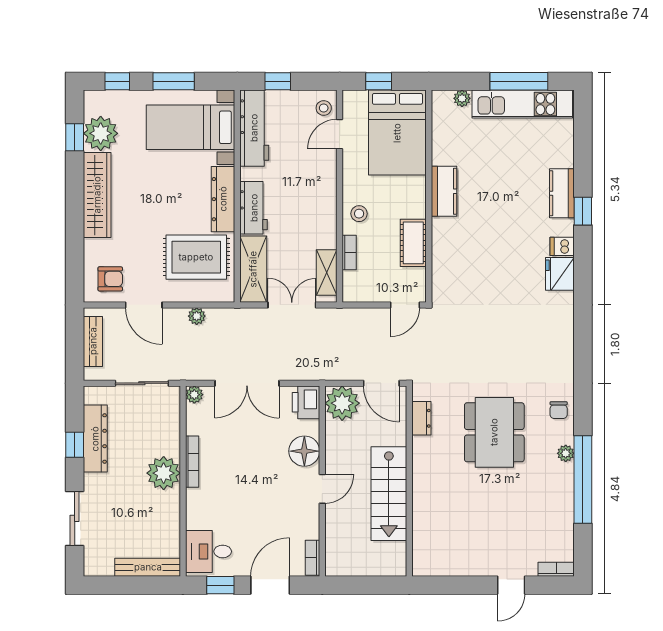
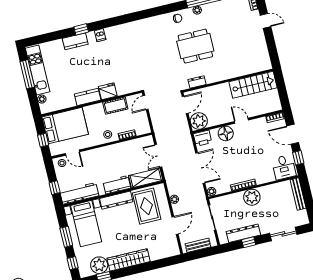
shelving: (327, 272) -> (139, 143), removed
fridge: (560, 274) -> (108, 91), moved, turned 180
armchair: (110, 279) -> (167, 244), removed
door: (405, 305) -> (145, 103), swing flipped
stairs: (389, 494) -> (253, 85), moved

